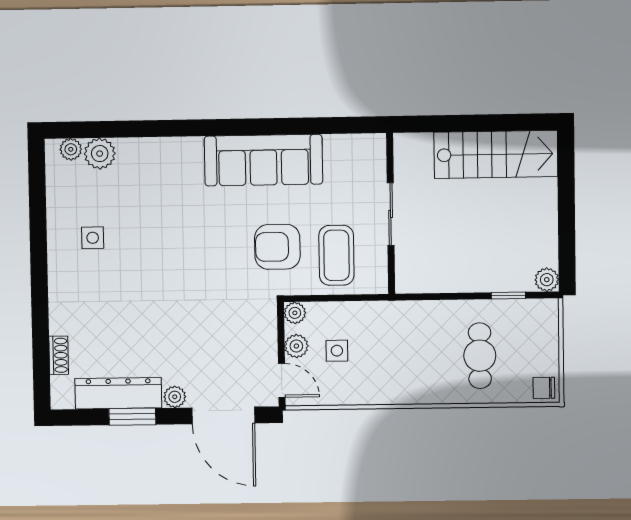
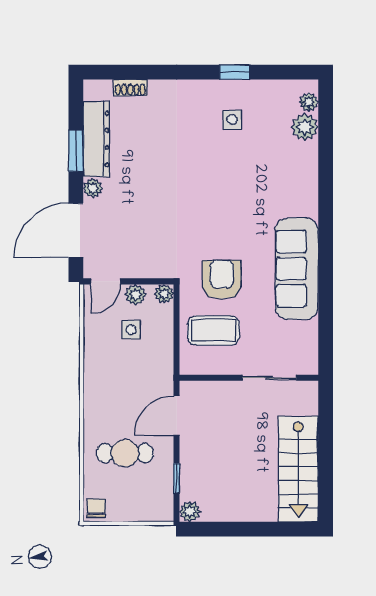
sliding door: (391, 214) -> (269, 378), moved
window: (38, 236) -> (235, 72), added
door: (435, 297) -> (177, 415), added

